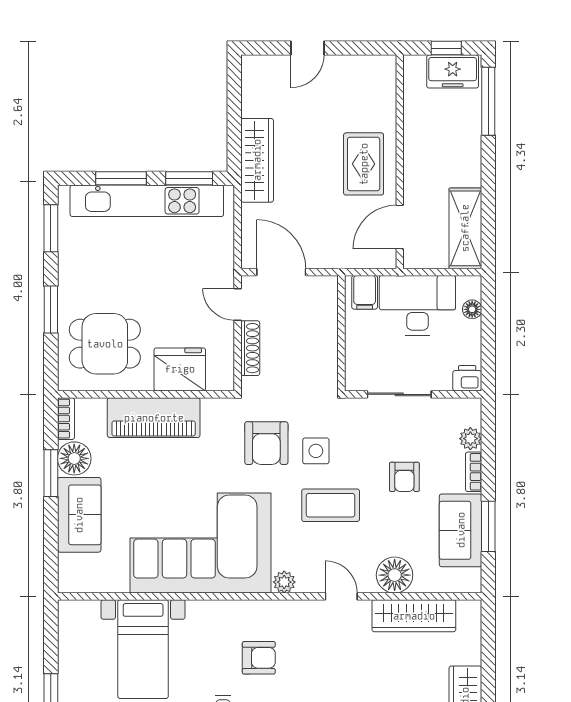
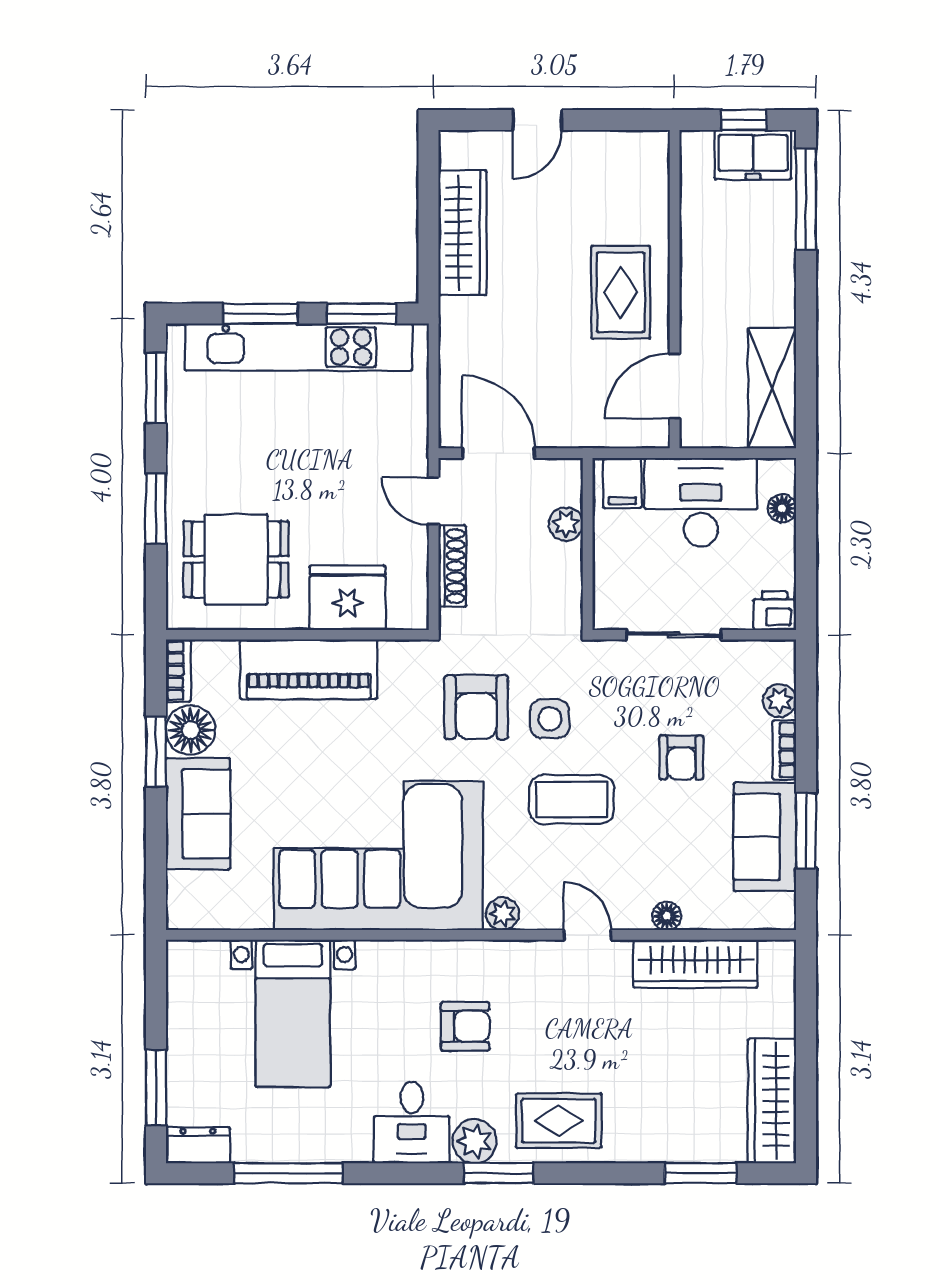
wardrobe: (257, 160) -> (462, 233), moved
plant: (327, 320) -> (566, 524), added
floor lamp: (395, 575) -> (667, 916), width x0.53, depth x0.53

